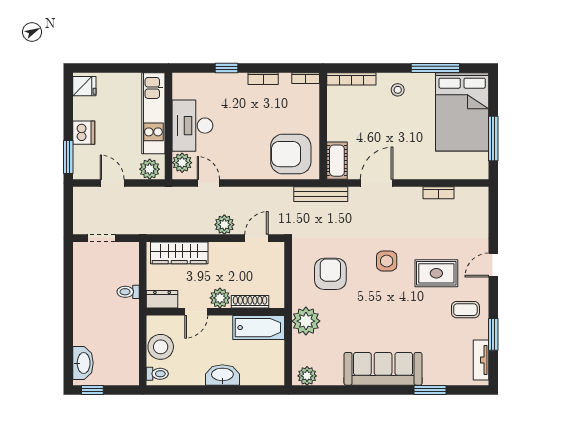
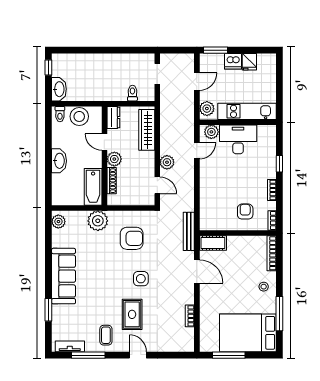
fridge: (84, 86) -> (249, 62), moved
armchair: (291, 154) -> (245, 212), moved, width x0.53, depth x0.53
toilet: (128, 292) -> (132, 93), moved
window: (493, 334) -> (88, 355), width x1.44
washbasin: (83, 363) -> (59, 89), moved, turned -90

